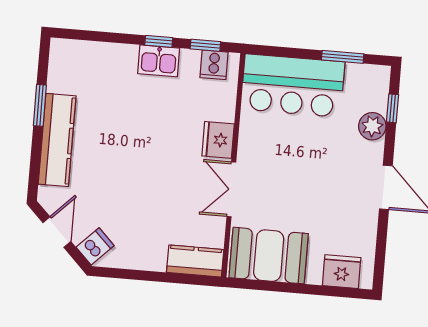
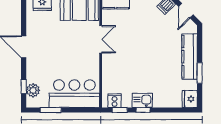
plant: (372, 126) -> (33, 90), moved
fridge: (218, 140) -> (190, 99), moved, turned 180

